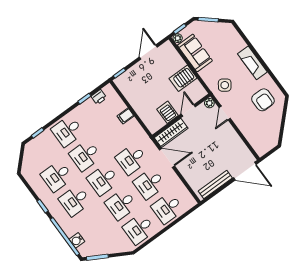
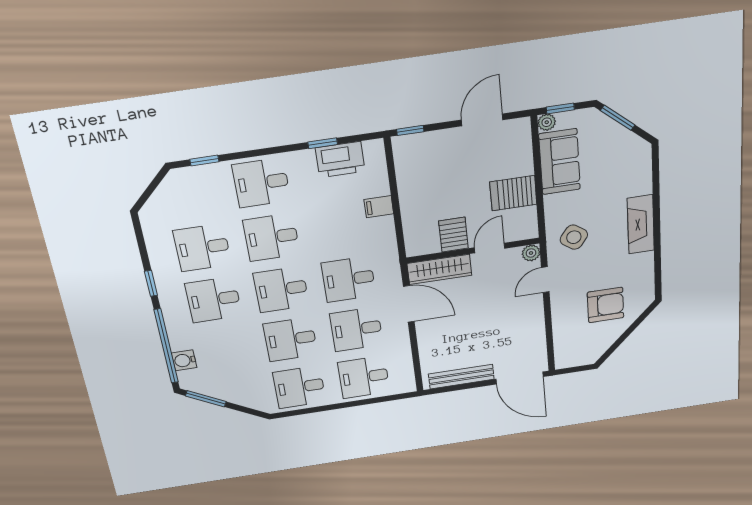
printer: (99, 97) -> (340, 160), width x1.87, depth x1.48
armchair: (263, 100) -> (606, 305), moved, turned -90

